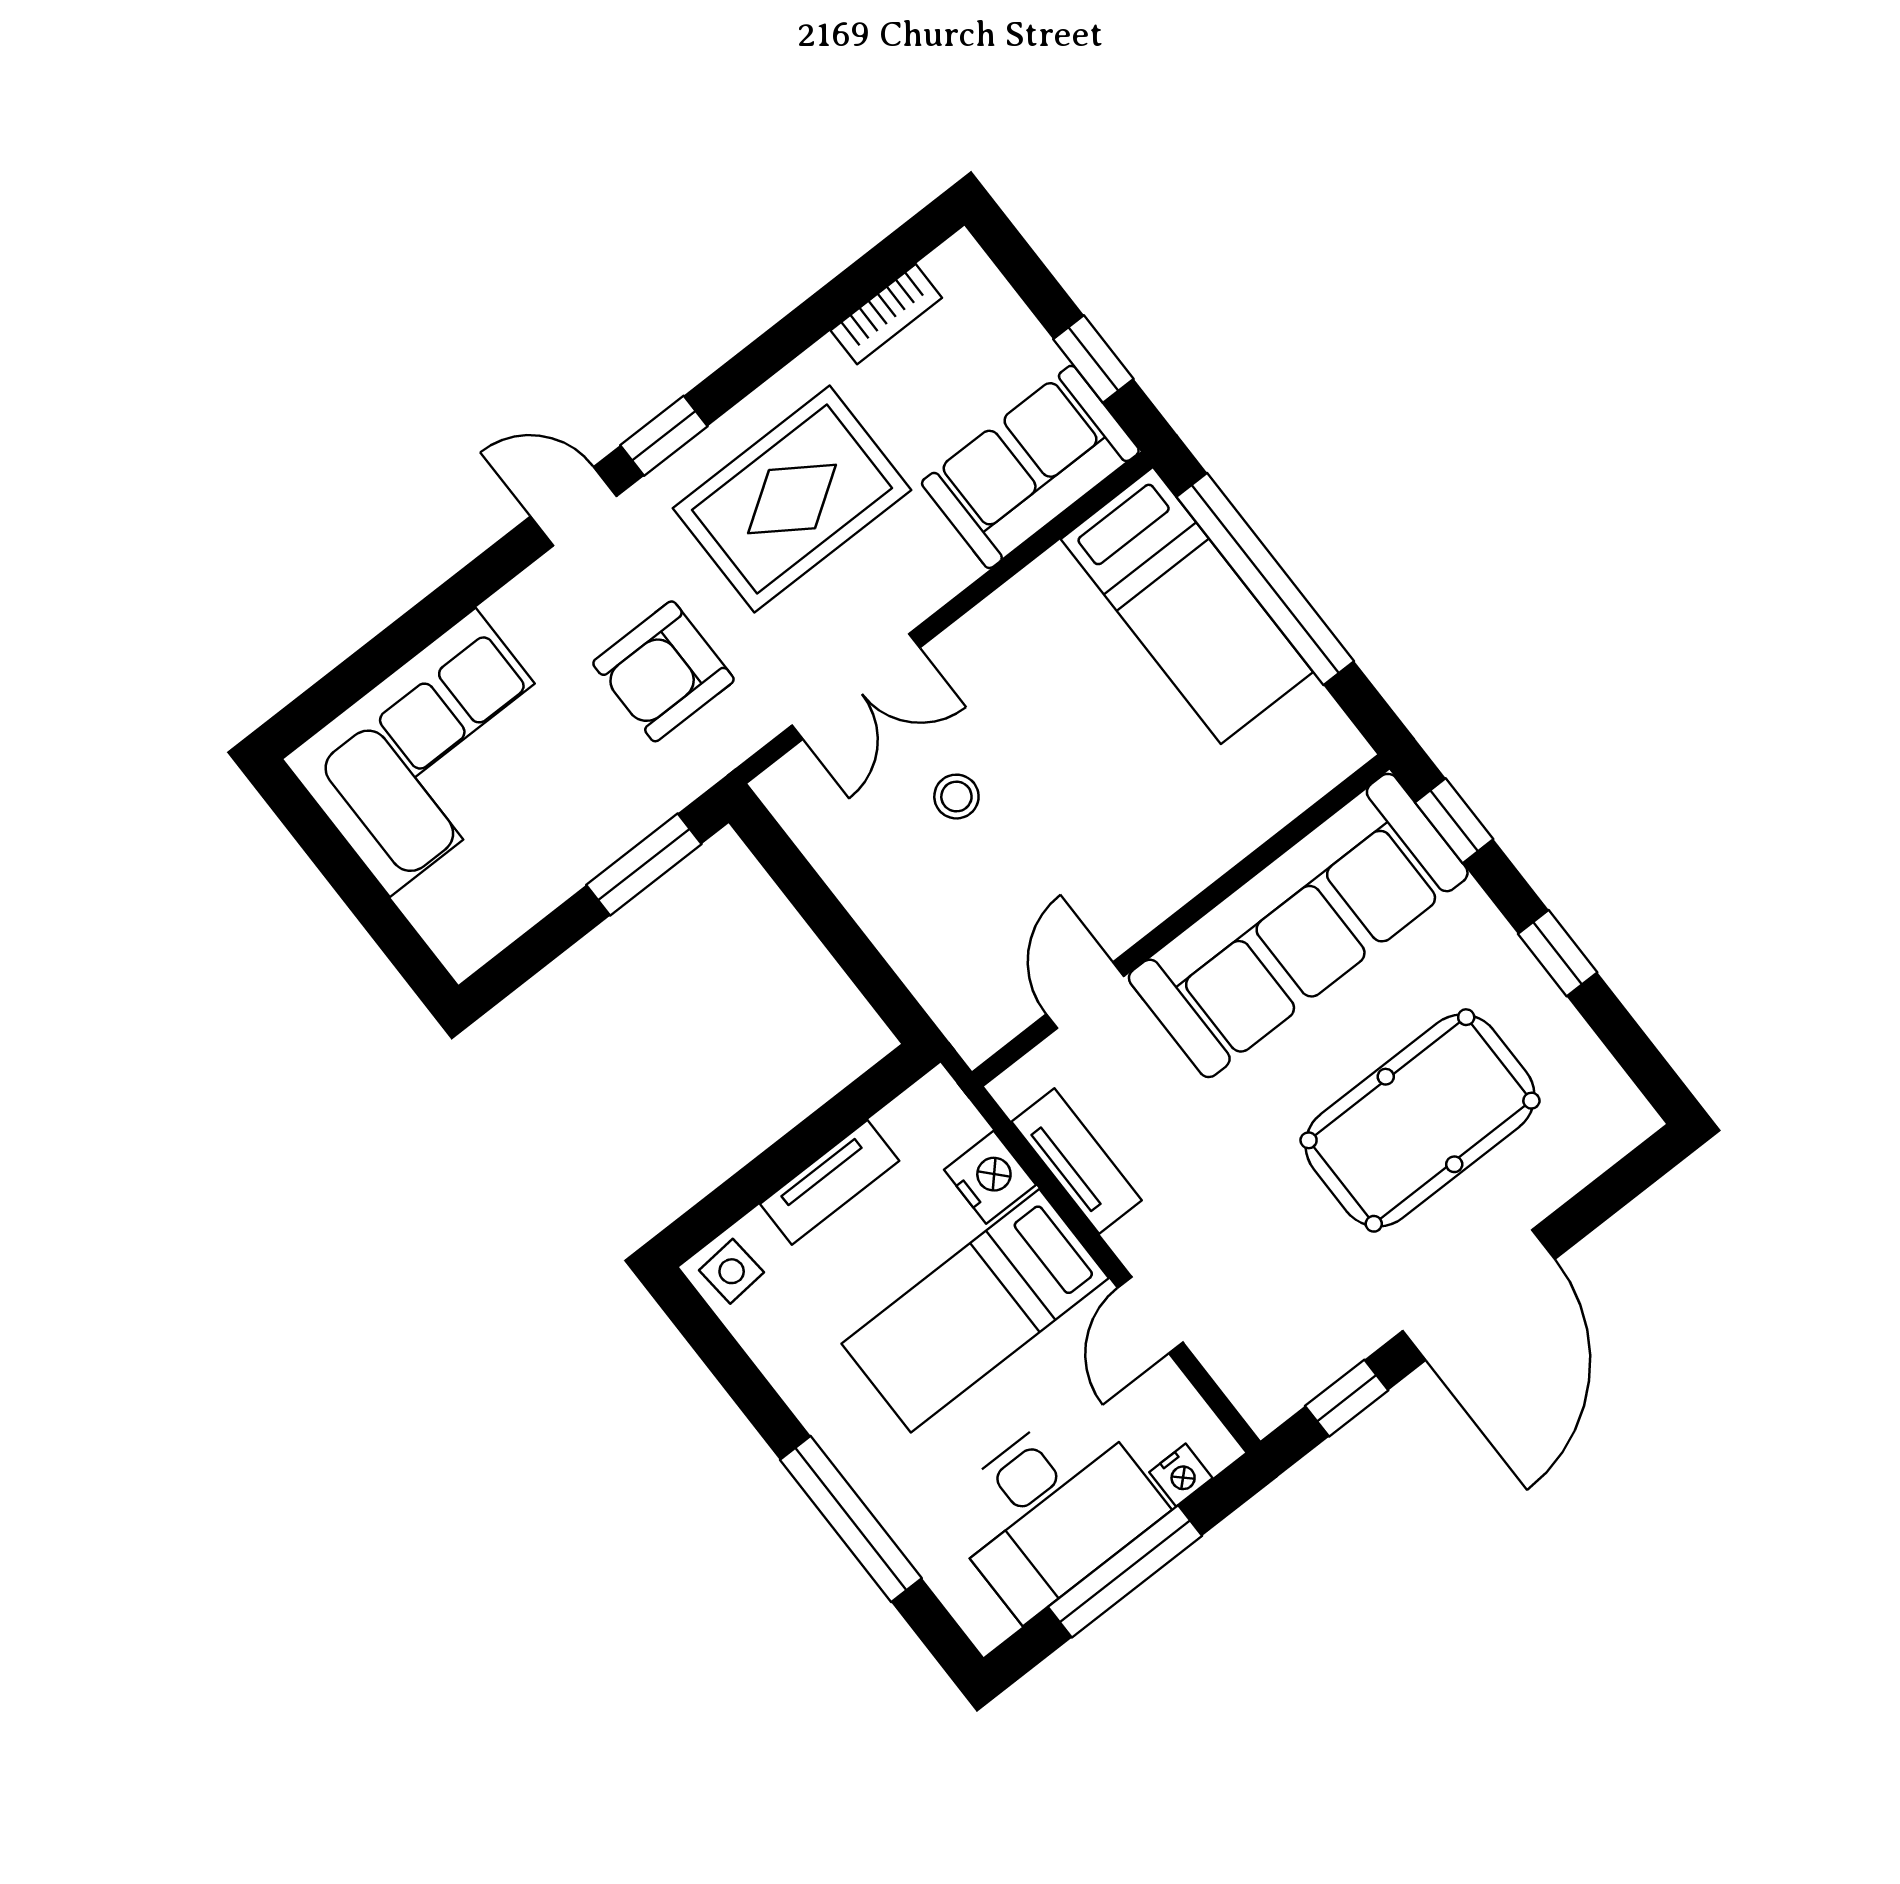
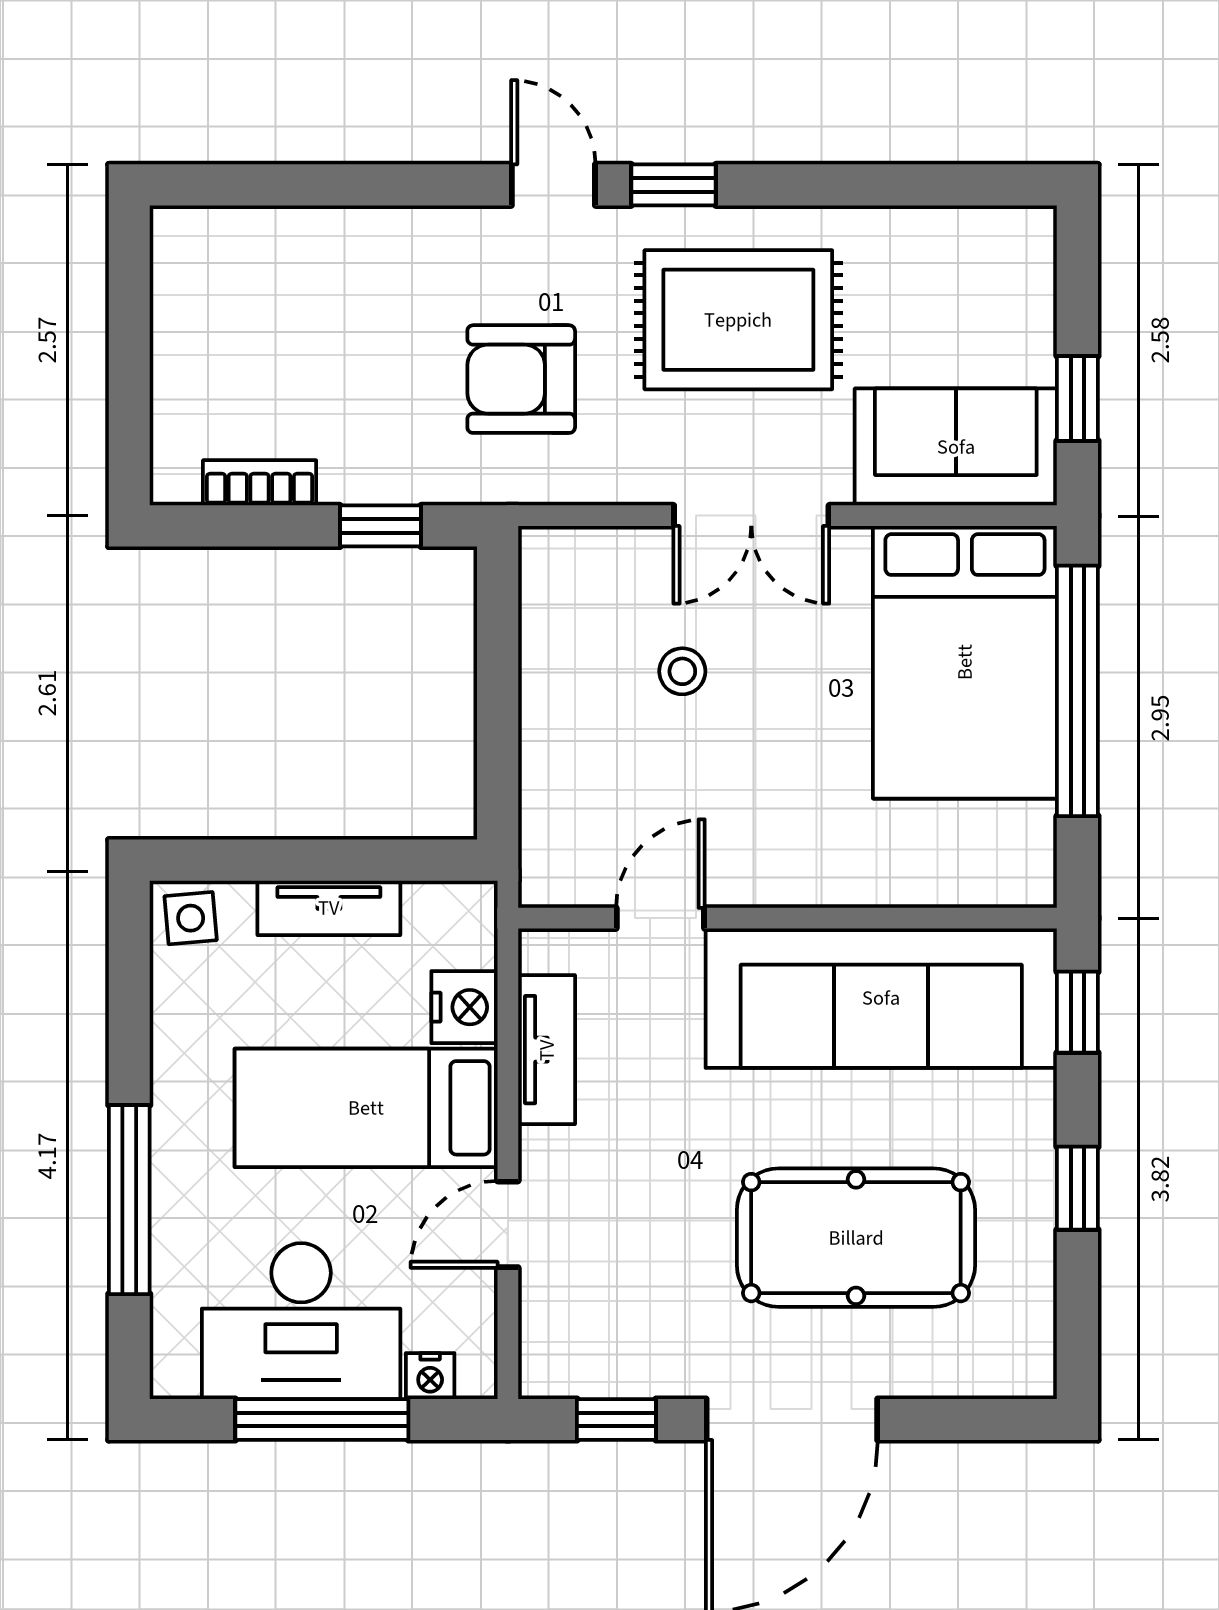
bookcase: (886, 314) -> (260, 483), moved, turned 180
bed: (1187, 606) -> (965, 662), width x1.50
double door: (856, 687) -> (751, 516), moved
corner sofa: (433, 752) -> (278, 297), removed
window: (644, 865) -> (381, 526), width x0.67

